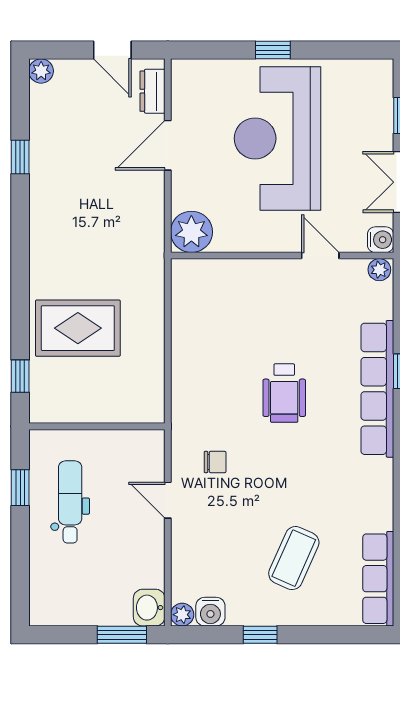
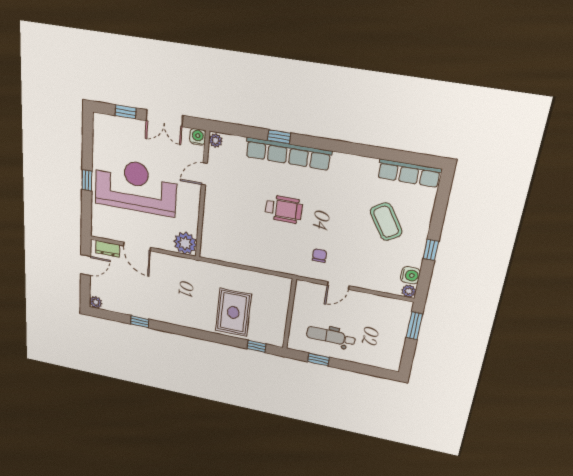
reception desk: (277, 138) -> (136, 187), turned 180
coffee table: (294, 558) -> (386, 222), turned 34
washbasin: (149, 608) -> (401, 308), removed

